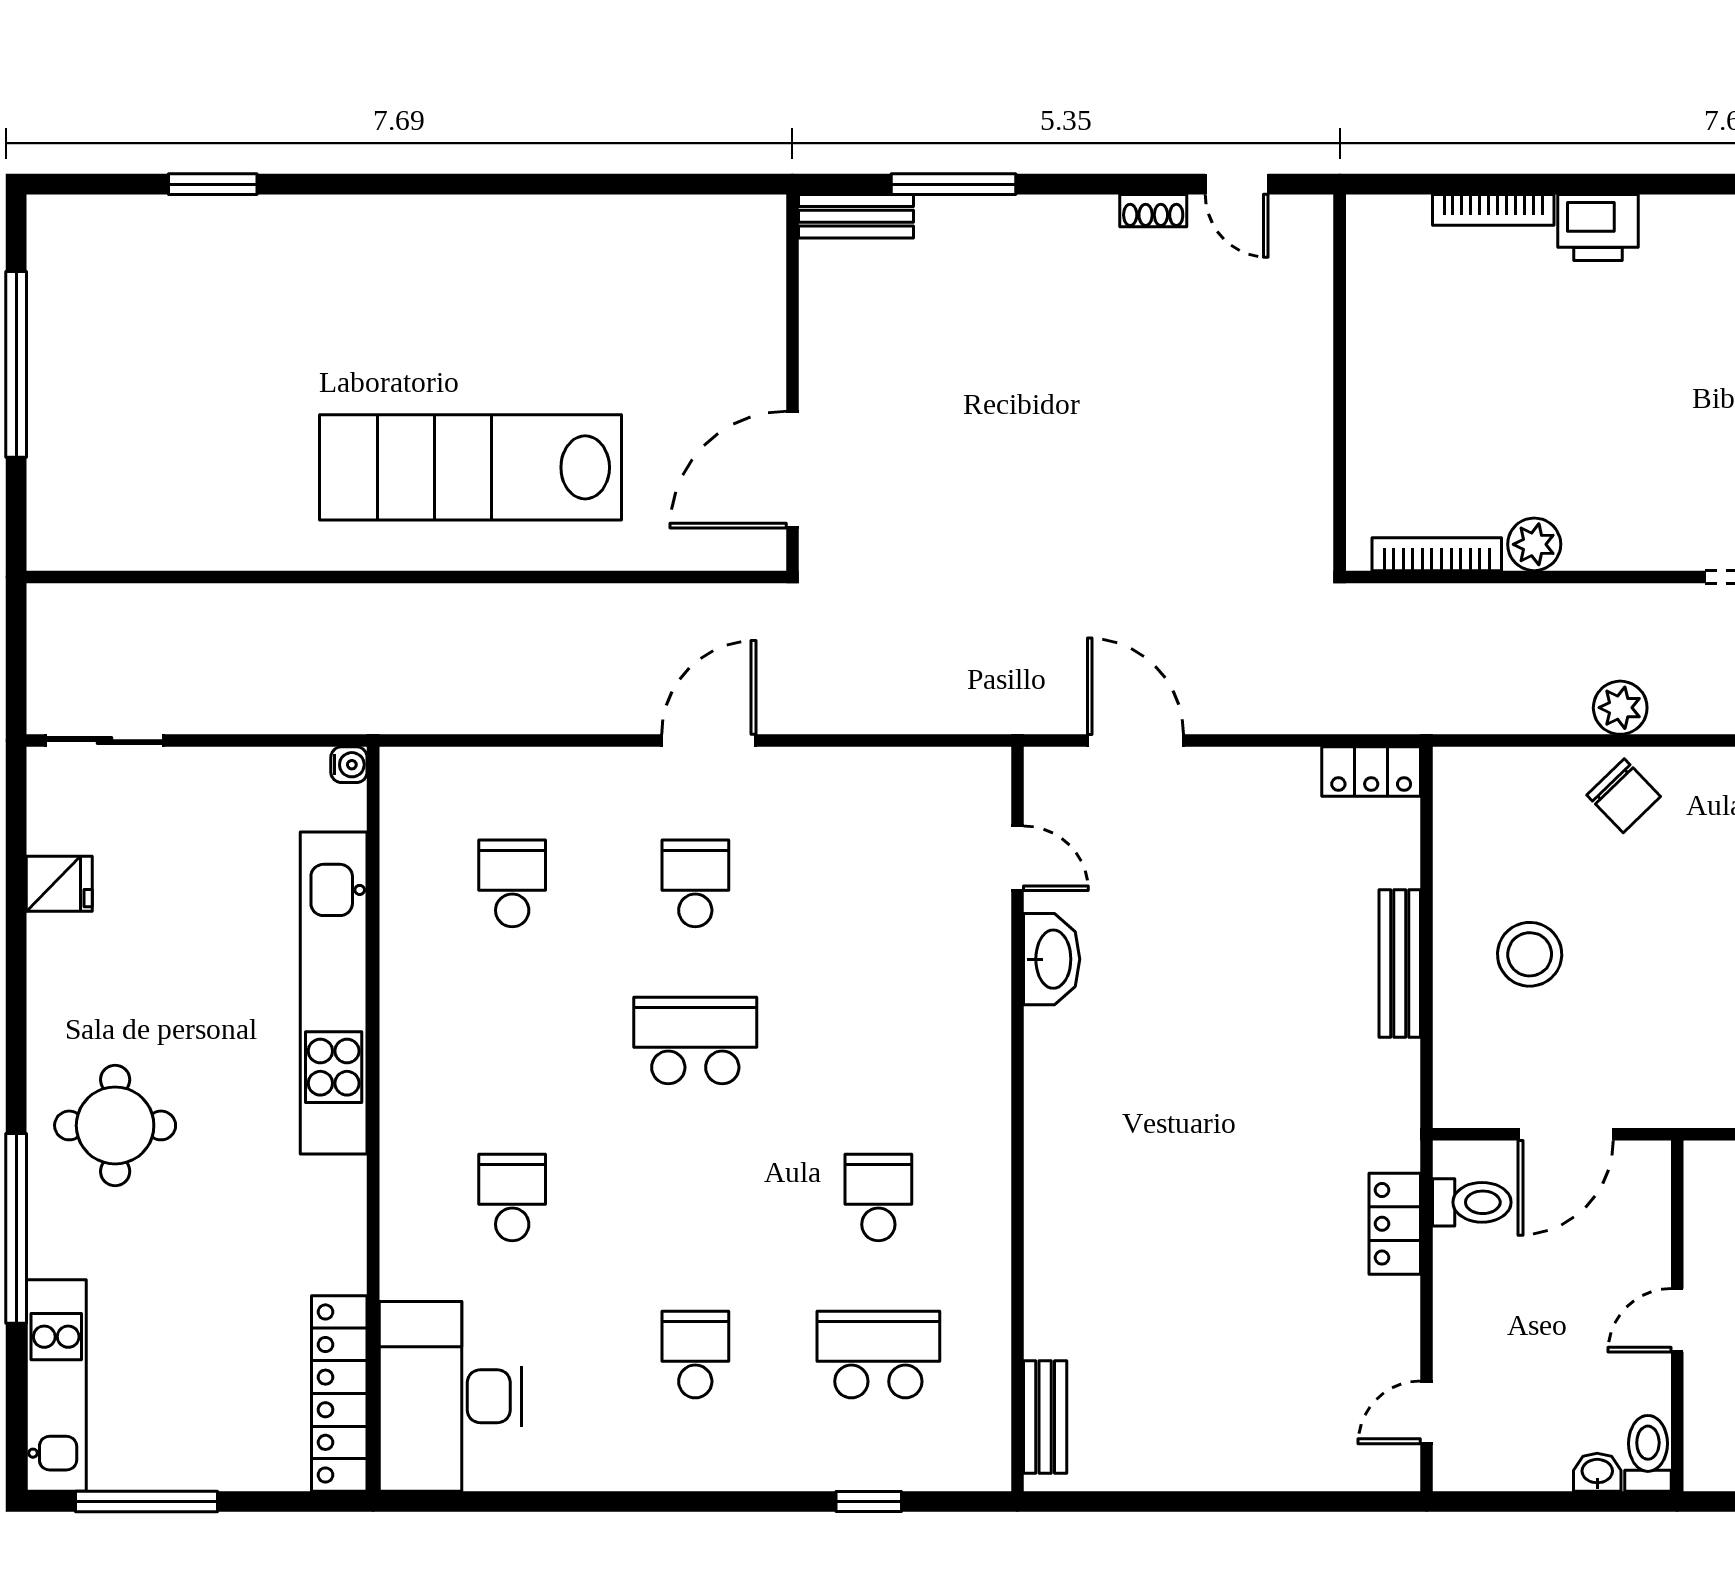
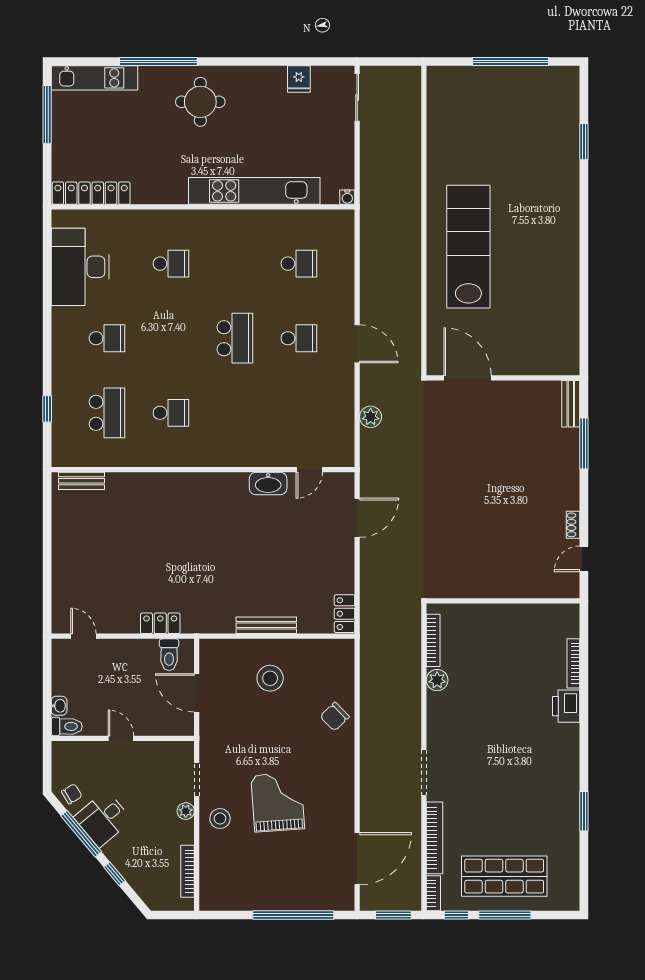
plant: (1620, 708) -> (371, 417), moved
desk: (450, 1396) -> (80, 267), moved, turned -90

